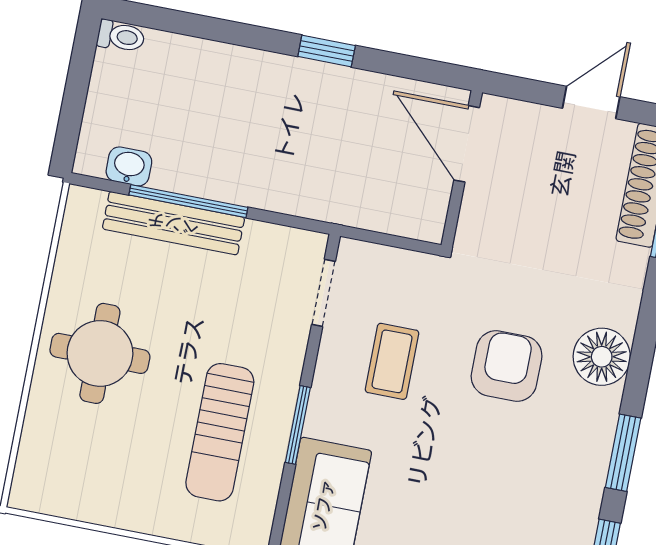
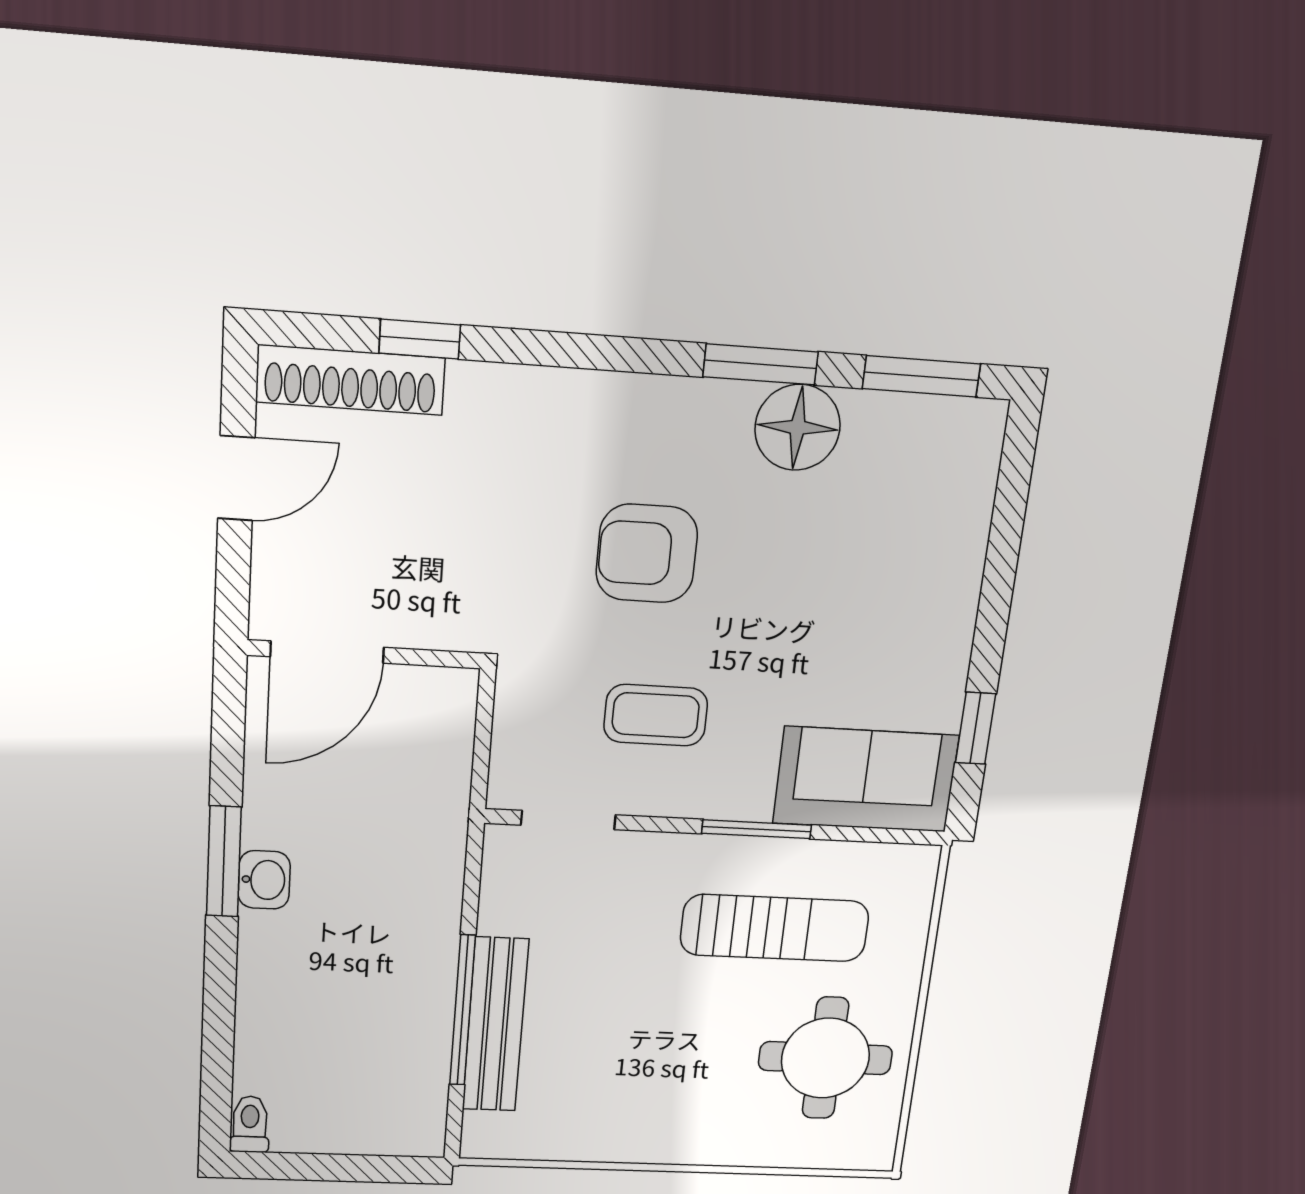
window: (327, 51) -> (224, 862), width x1.50
door: (591, 102) -> (236, 478), swing flipped
washbasin: (129, 166) -> (264, 880), moved, turned 180
round table: (100, 353) -> (825, 1058), moved
floor lamp: (602, 357) -> (798, 427), moved

